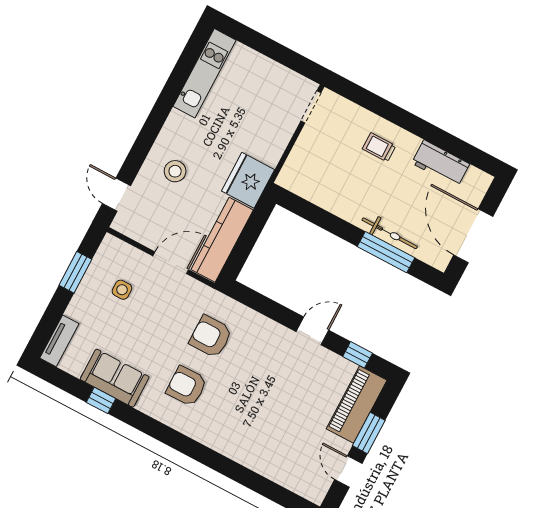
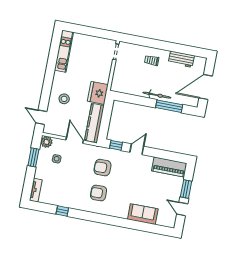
bicycle: (390, 233) -> (157, 95), moved
door: (473, 236) -> (206, 87), hinge flipped
plant: (112, 249) -> (46, 142), added
door: (171, 263) -> (75, 140), hinge flipped
door: (312, 331) -> (137, 149), moved
window: (358, 355) -> (116, 145), moved
sofa: (115, 378) -> (143, 214), moved
piano: (357, 404) -> (169, 167), moved, turned -90

